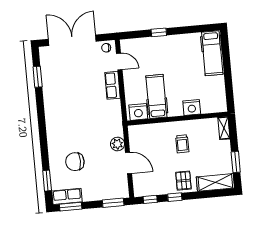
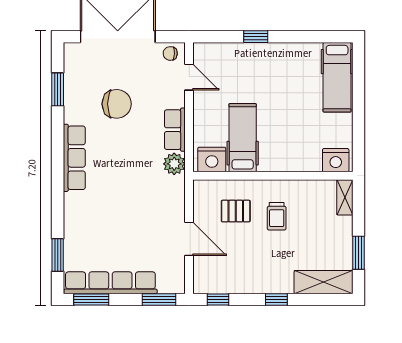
row of seats: (113, 85) -> (175, 130), moved
nightstand: (192, 107) -> (336, 160), moved
row of seats: (52, 119) -> (74, 158), added
plant: (117, 144) -> (174, 164), moved
chair: (75, 162) -> (117, 104), moved, turned 180
pallet: (183, 181) -> (236, 211), moved, turned 90
row of seats: (67, 196) -> (110, 283), width x2.02
window: (175, 197) -> (276, 300), moved

